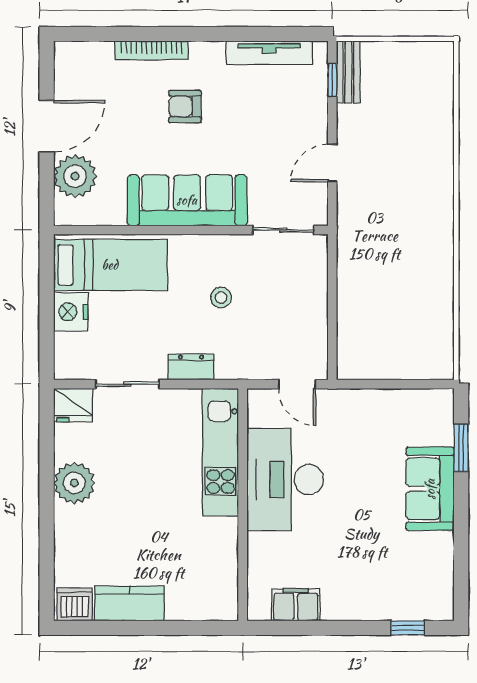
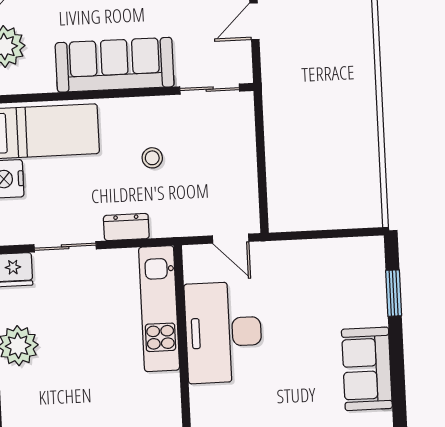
sofa: (430, 489) -> (367, 369), moved

